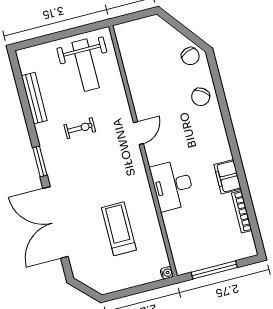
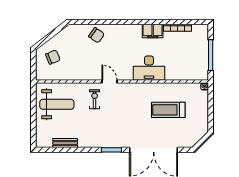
chair: (190, 56) -> (53, 57), moved
bench: (34, 98) -> (65, 143), width x0.73
exercise bike: (80, 128) -> (95, 99), moved

